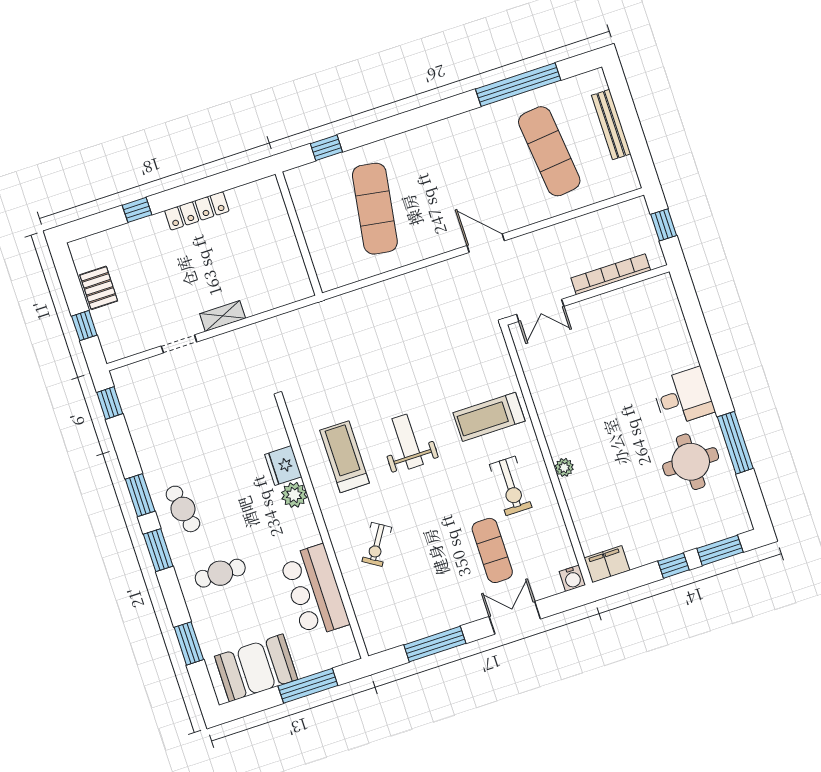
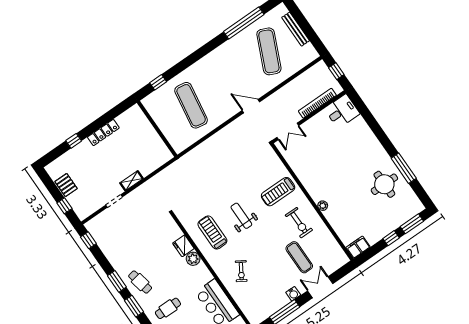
exercise mat: (549, 151) -> (269, 51), turned 30
desk: (683, 397) -> (342, 111), moved
water cooler: (572, 578) -> (293, 294), moved

